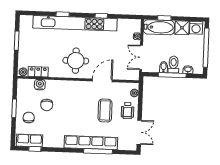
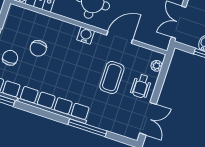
water cooler: (40, 85) -> (86, 35), moved
row of seats: (91, 143) -> (54, 105), moved

